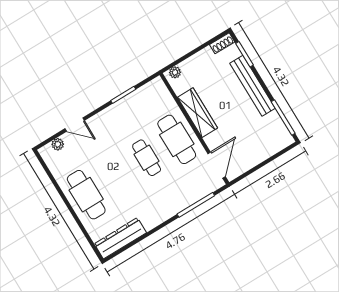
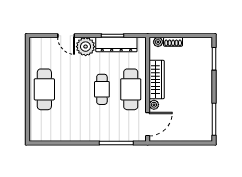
shoe rack: (222, 43) -> (173, 42), moved
bench: (252, 86) -> (206, 84), removed
plant: (211, 141) -> (154, 105), added
plant: (58, 144) -> (86, 47), moved, width x1.87, depth x1.87
dresser: (120, 238) -> (116, 45), moved, turned 180

